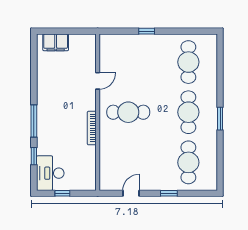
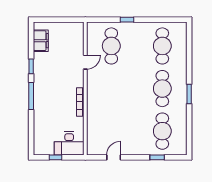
filing cabinet: (56, 42) -> (41, 41), moved, turned -90
cafe table: (128, 112) -> (111, 46), moved, turned 90
window: (34, 156) -> (31, 66), moved
desk: (50, 173) -> (69, 143), moved, turned -90
window: (169, 193) -> (157, 157), moved

